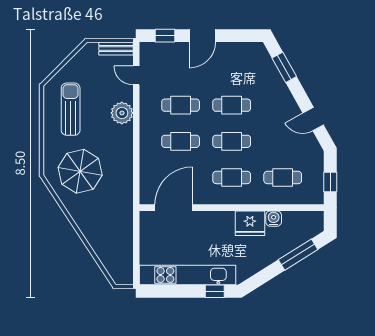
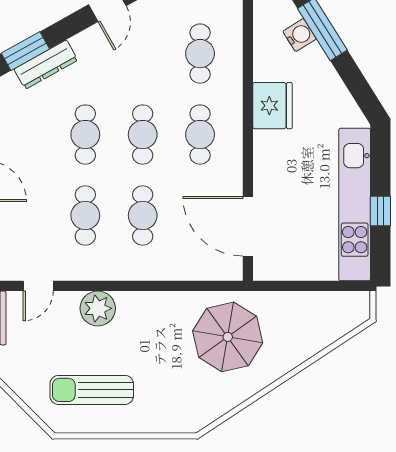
dresser: (276, 80) -> (46, 65), added
parasol: (80, 171) -> (228, 337), moved
water cooler: (274, 219) -> (300, 35), moved, turned 148
window: (215, 291) -> (380, 211), moved

